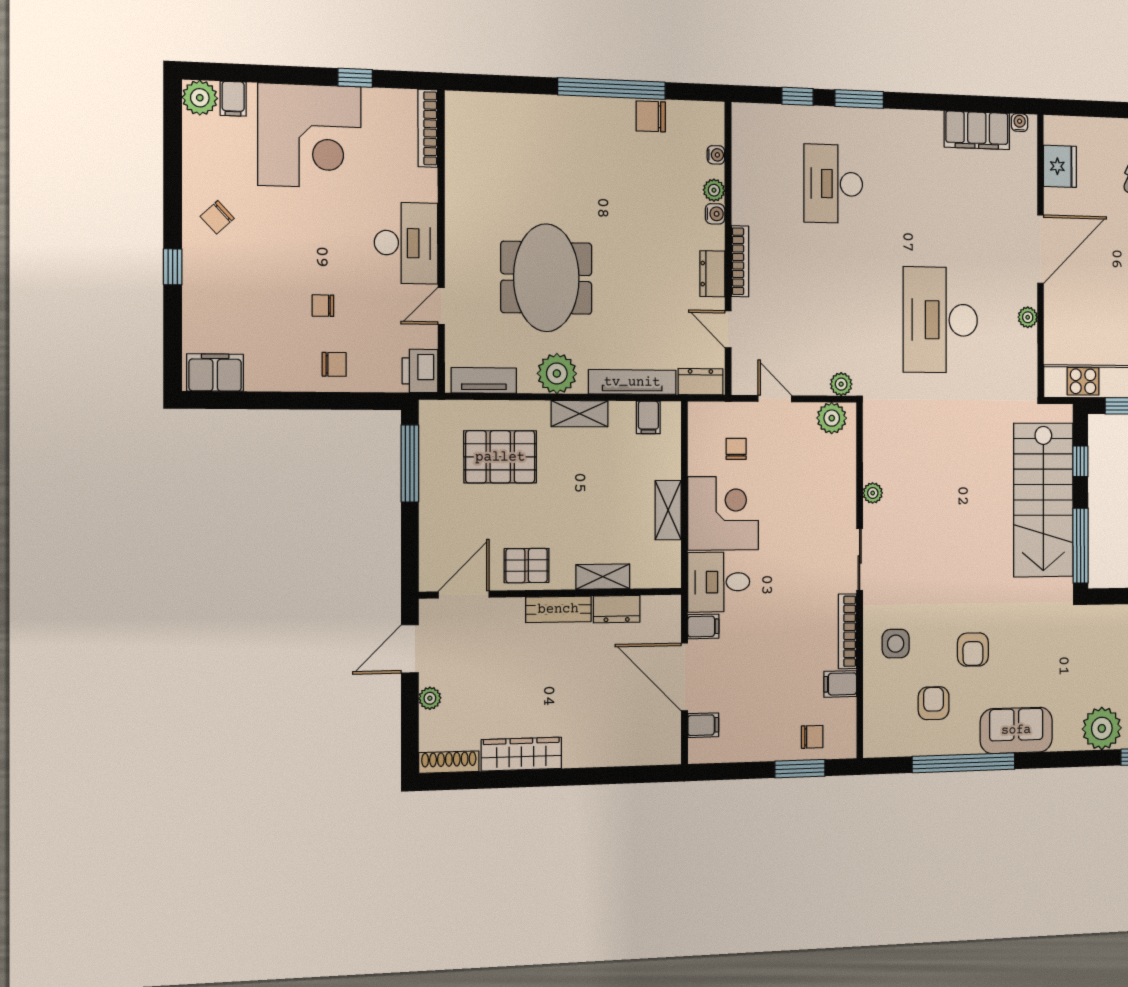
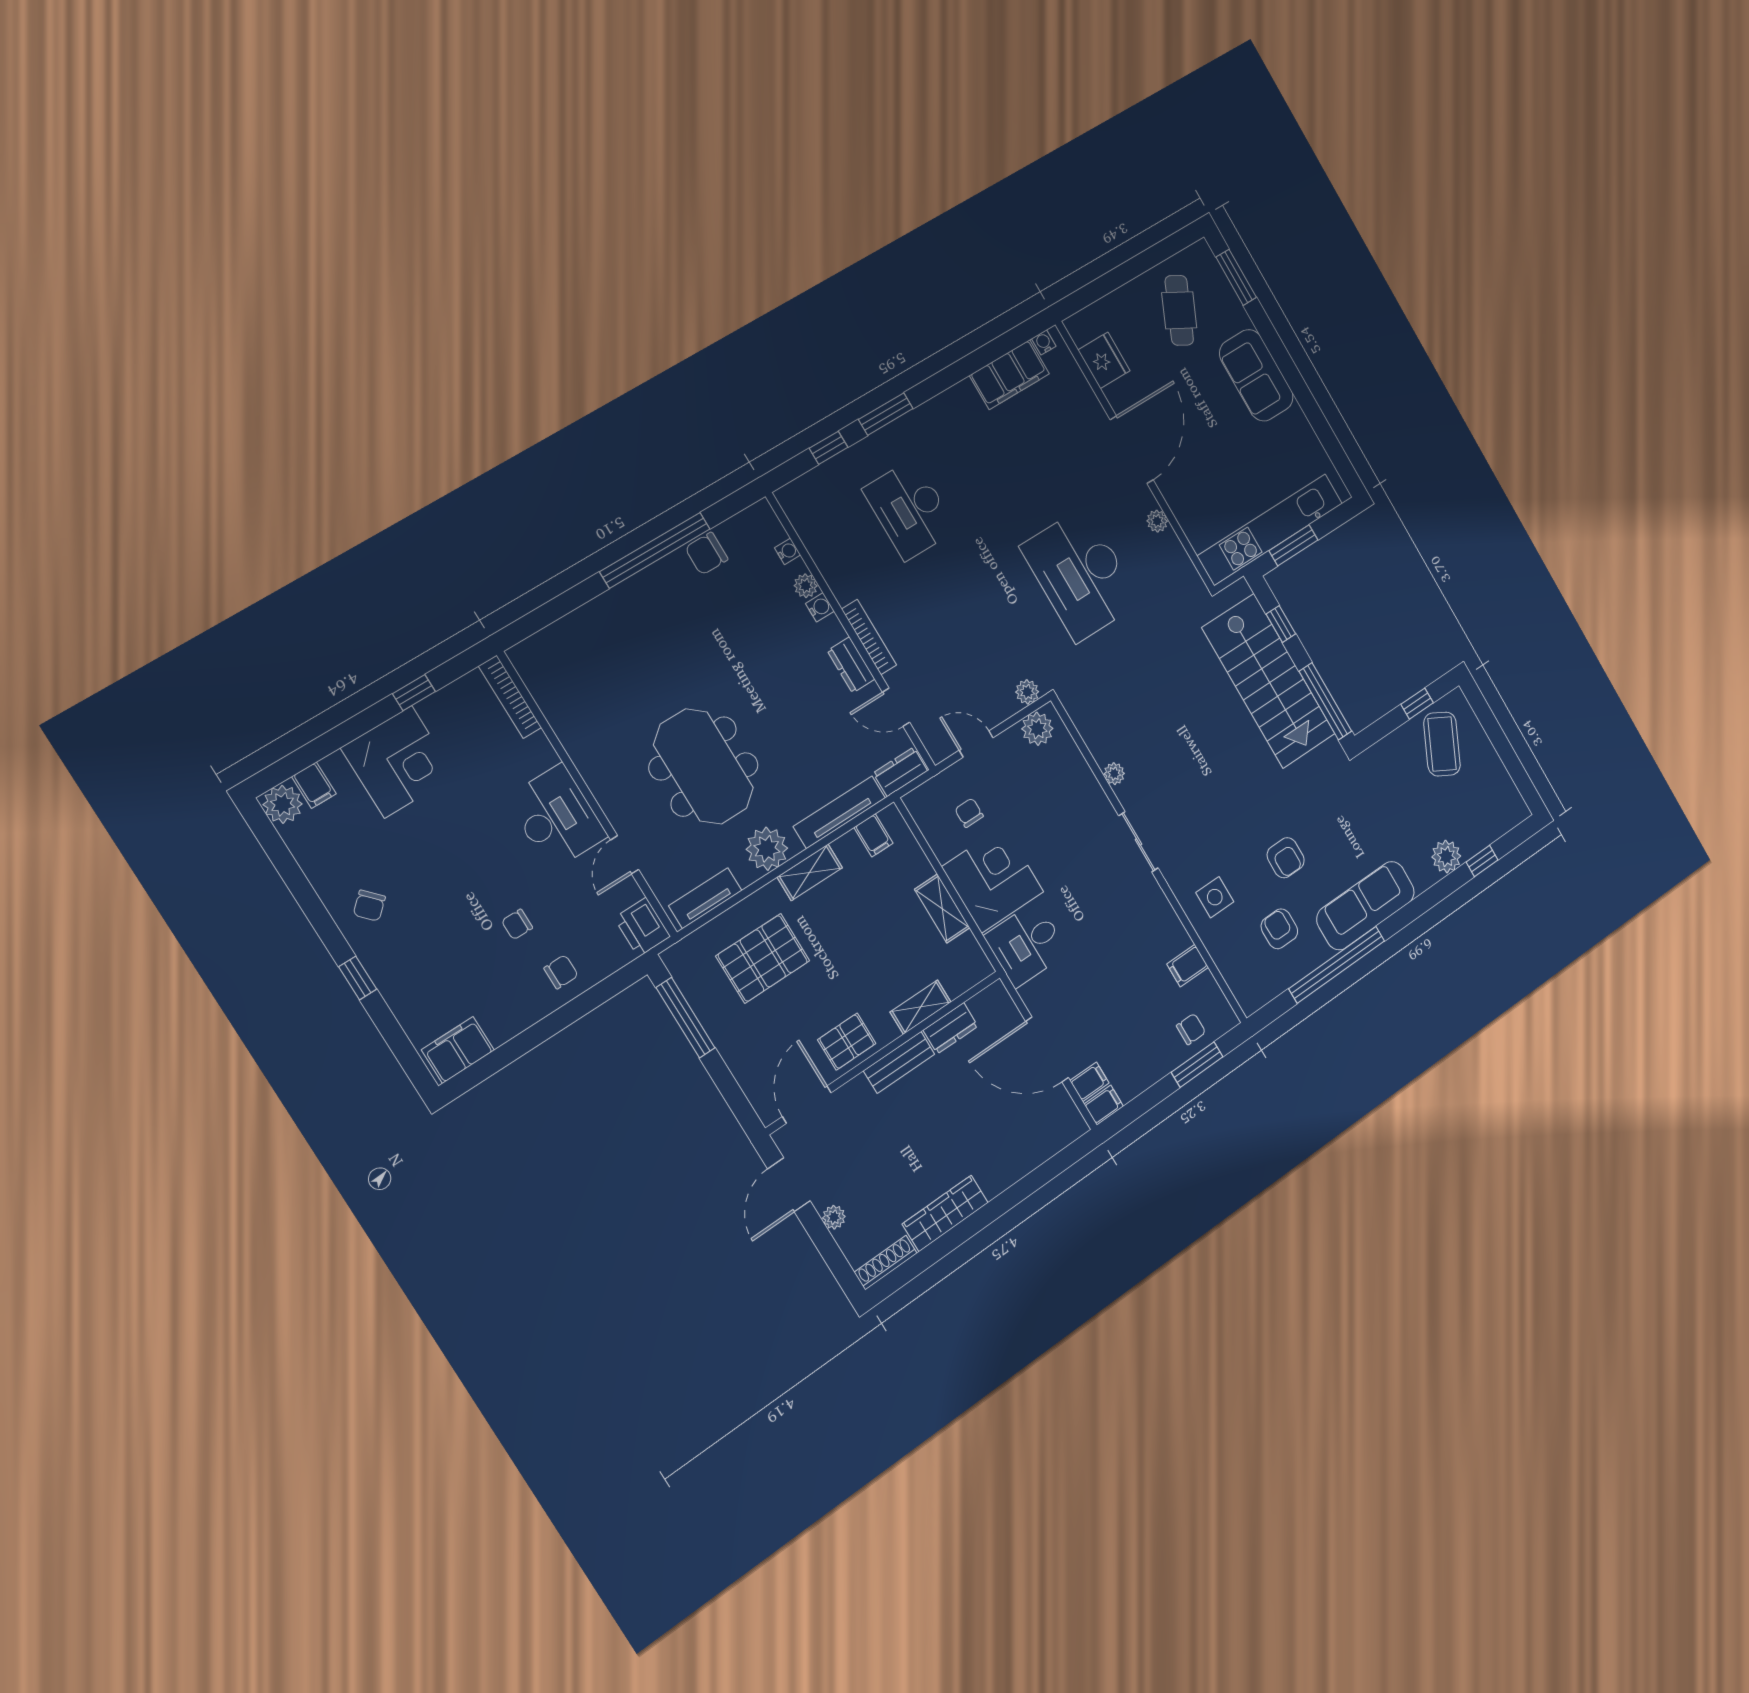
corner desk: (310, 136) -> (398, 762), width x0.74, depth x0.74
filing cabinet: (703, 626) -> (1104, 1105), moved
bookcase: (847, 631) -> (1166, 914), removed
plant: (1102, 728) -> (1446, 857), width x0.73, depth x0.73
sofa: (1016, 730) -> (1366, 906), width x1.36

